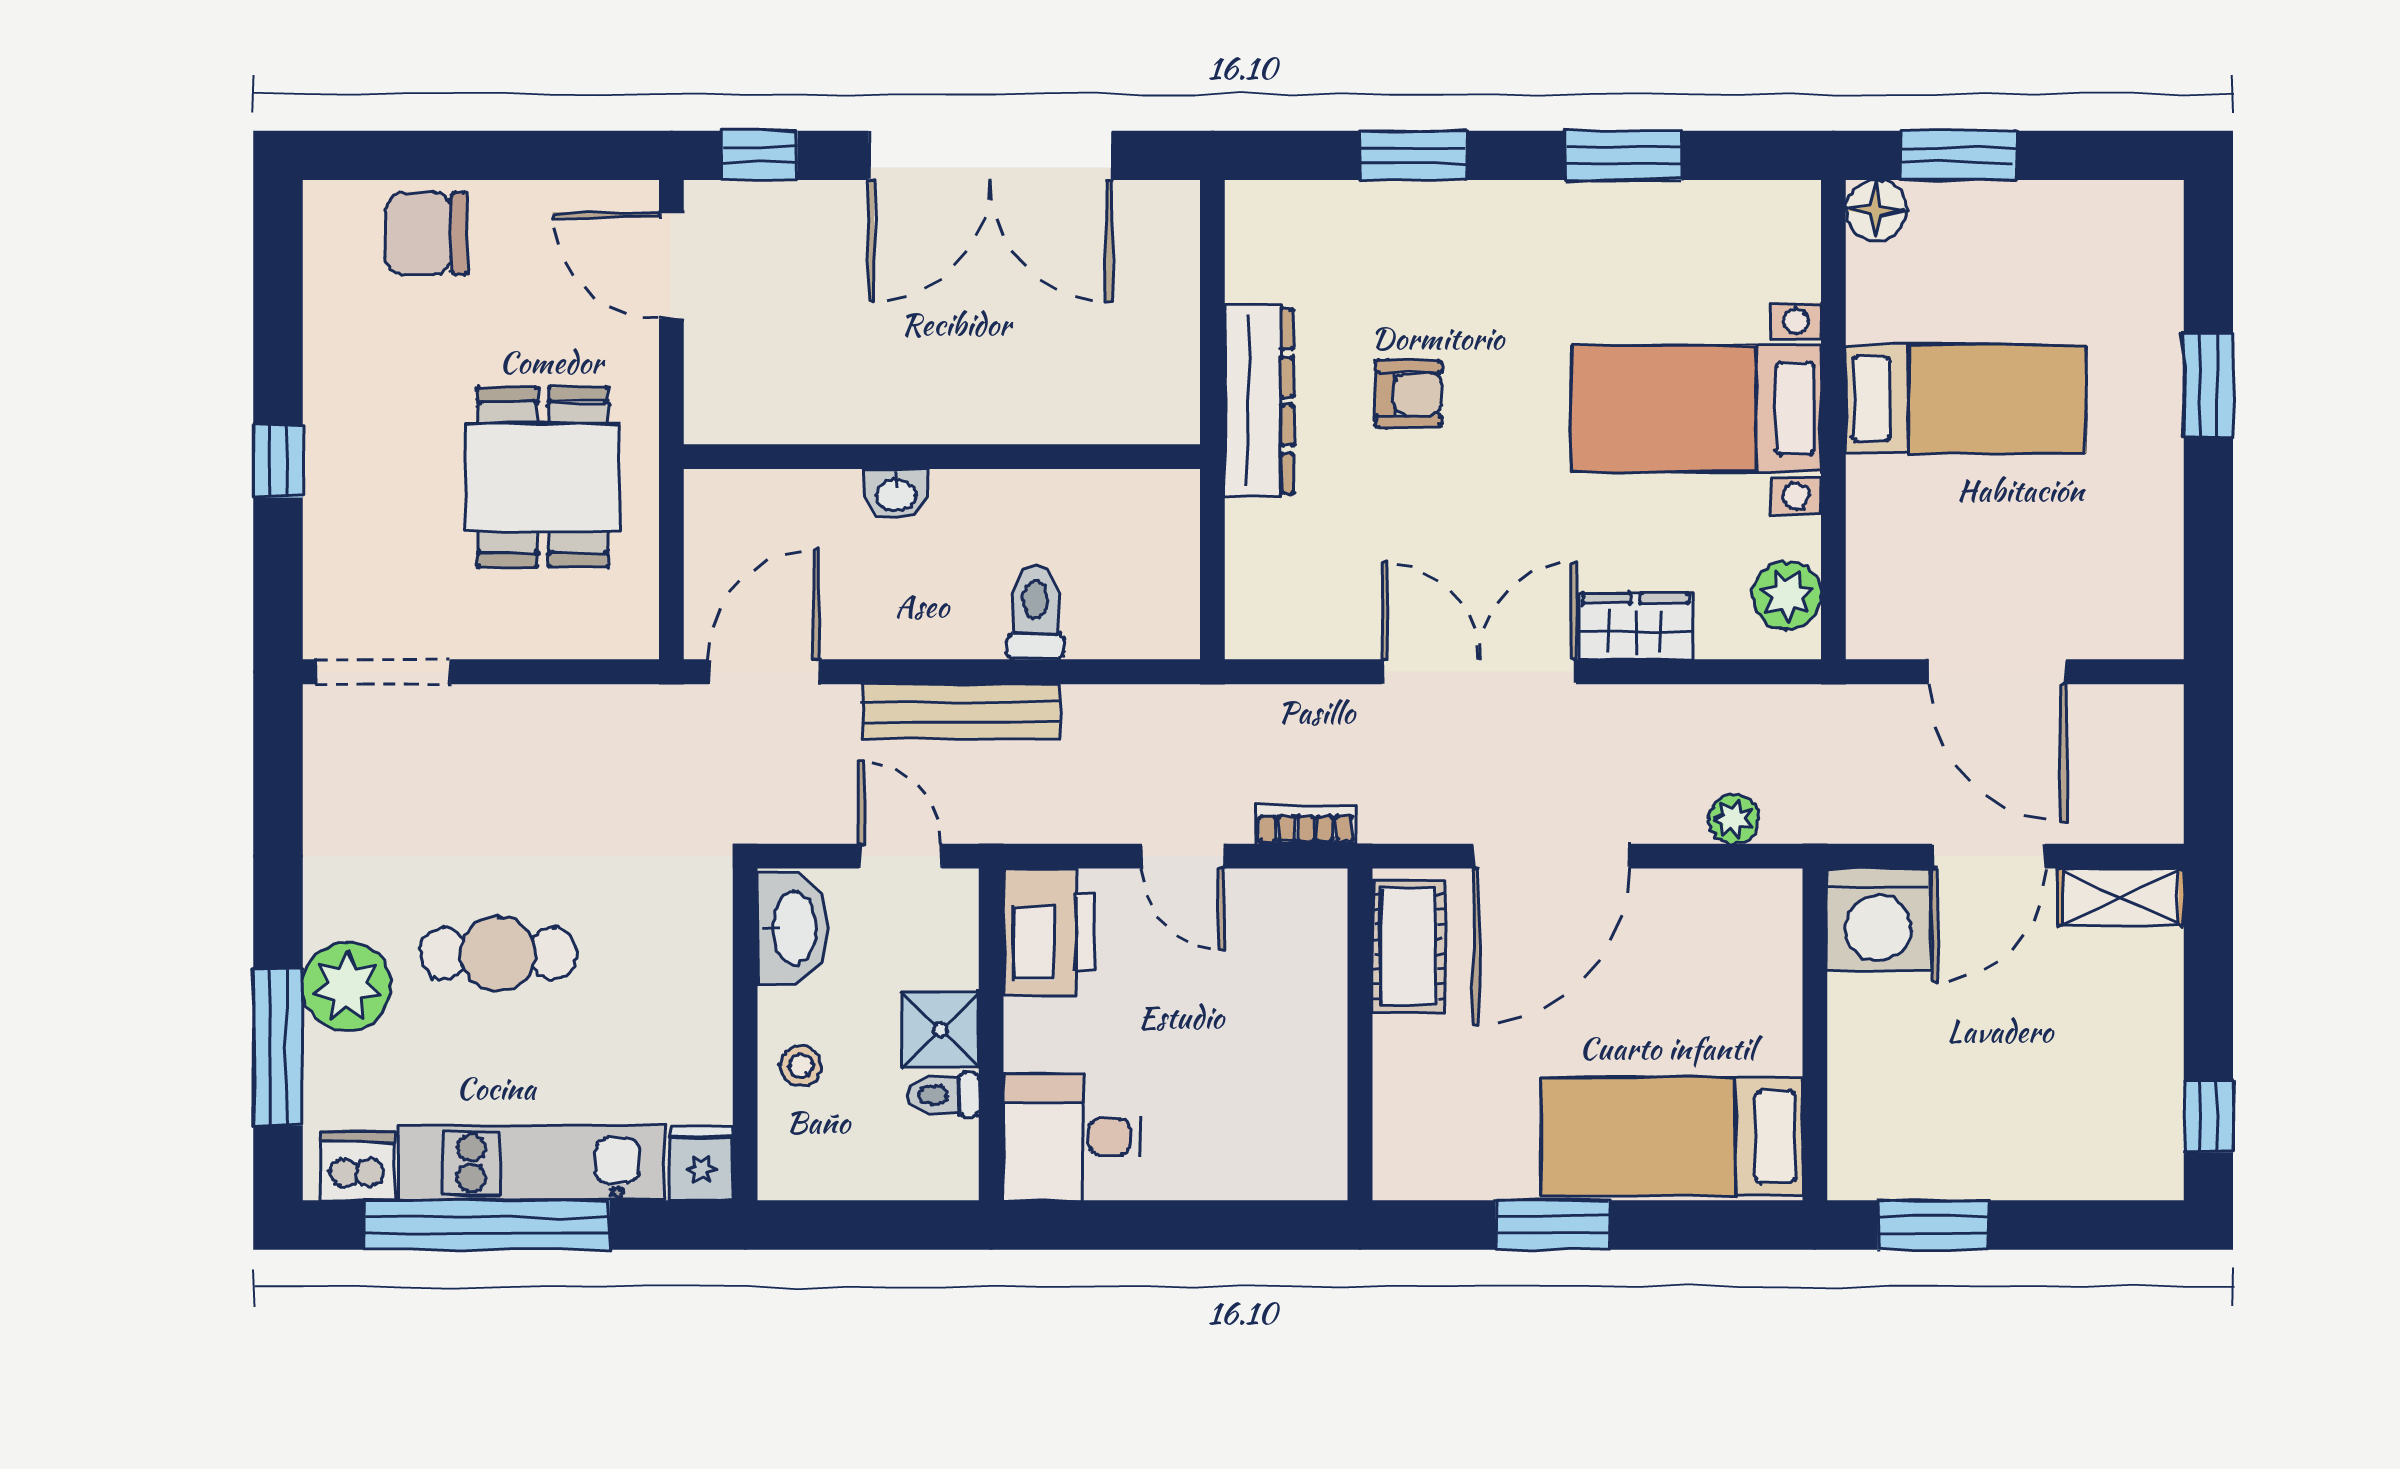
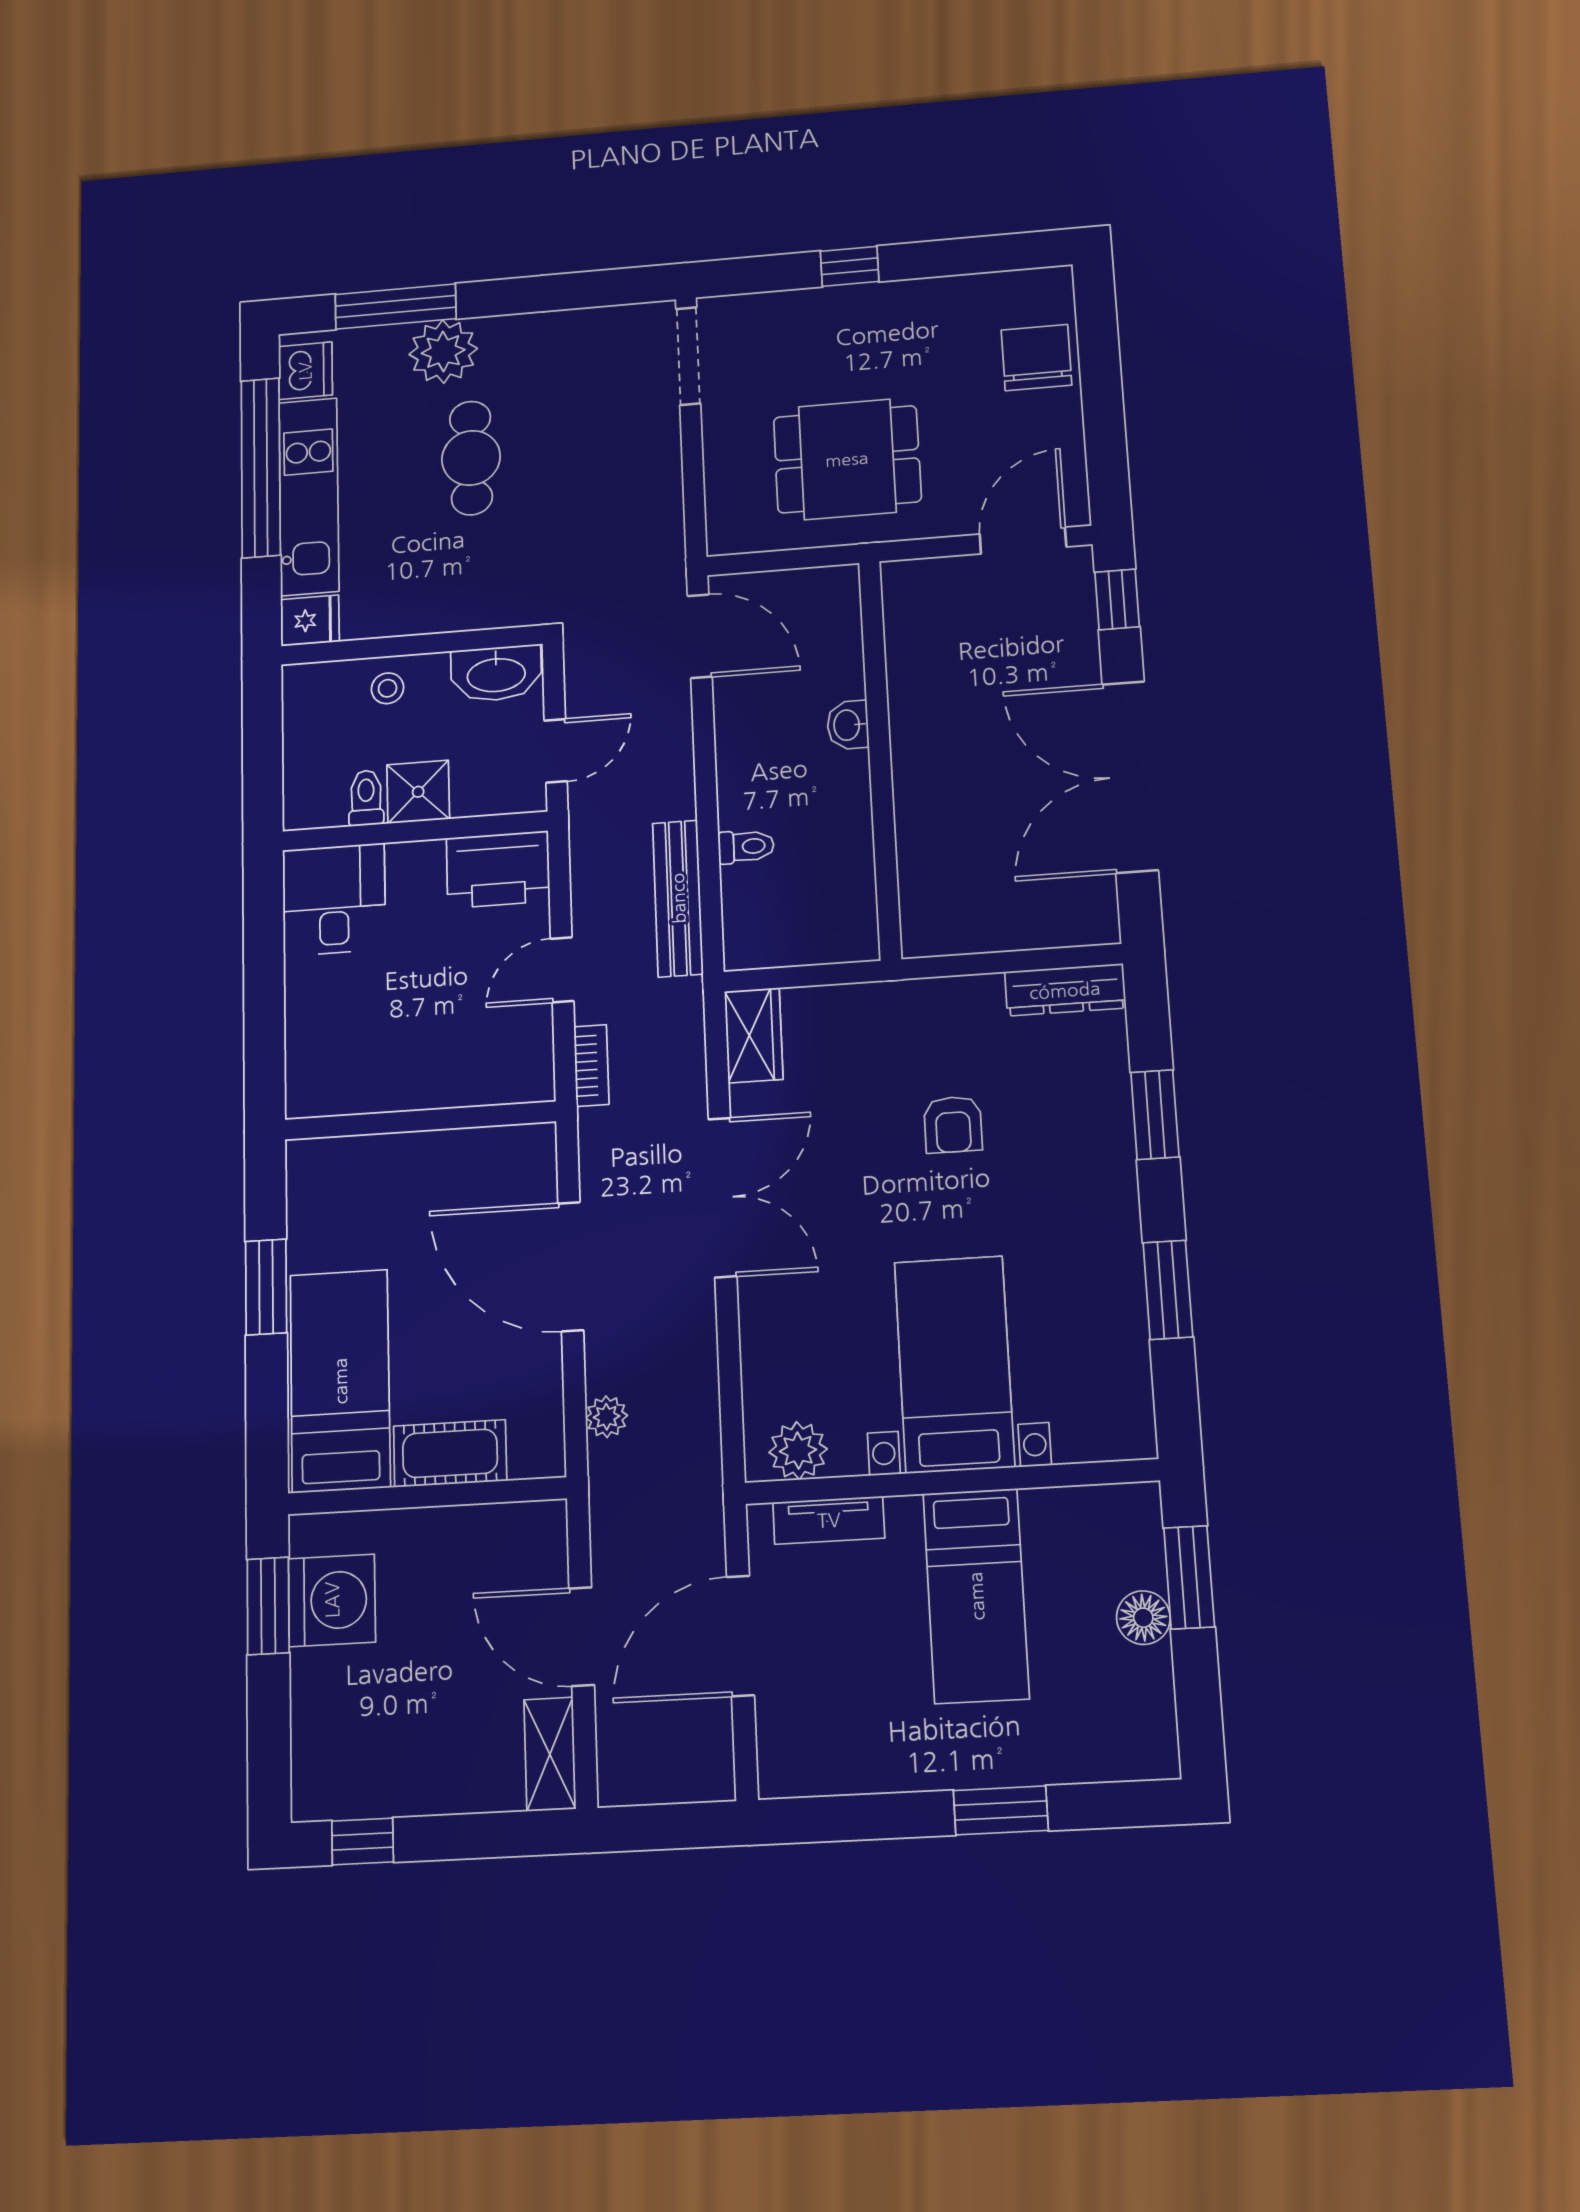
floor lamp: (1876, 210) -> (1143, 1618), moved
dresser: (1259, 401) -> (1065, 990), moved, width x0.73, depth x0.80
tv unit: (1870, 564) -> (829, 1520), added
toilet: (1035, 613) -> (746, 847), width x0.73, depth x0.72
wardrobe: (1635, 626) -> (754, 1035), moved
bench: (960, 712) -> (678, 898), moved
washing machine: (1878, 920) -> (332, 1600), moved, turned 180
cot: (1409, 947) -> (450, 1453), moved

